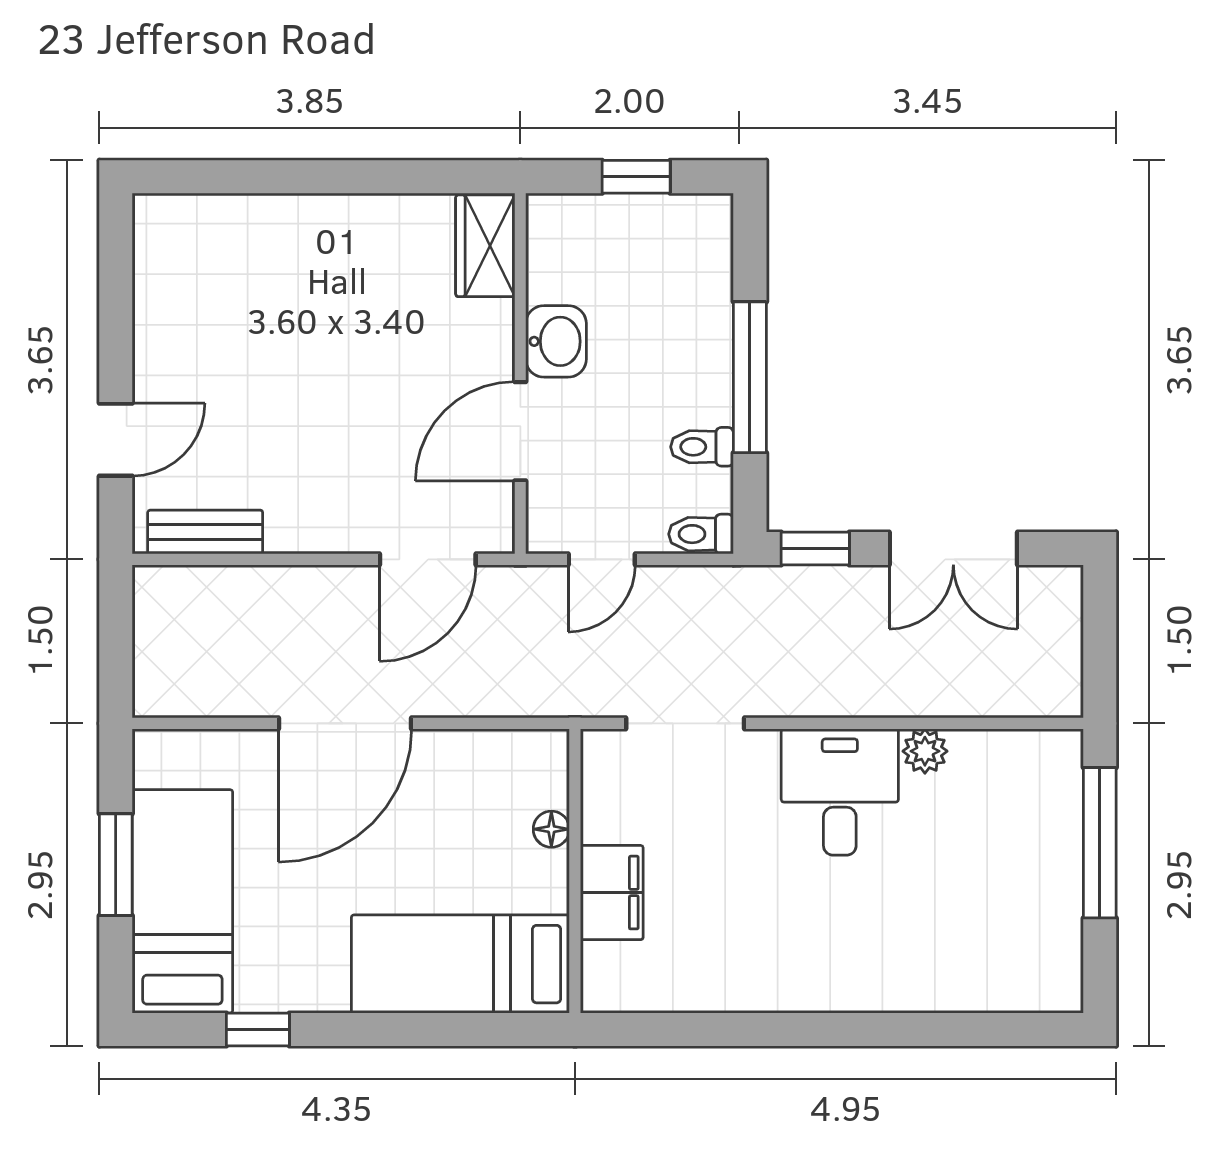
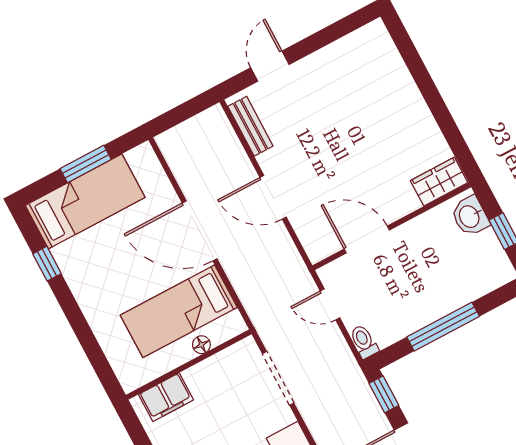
washbasin: (556, 341) -> (470, 216), moved, turned 90
door: (116, 440) -> (270, 66), swing flipped
toilet: (702, 447) -> (402, 322), removed
door: (428, 559) -> (273, 197), moved
filing cabinet: (612, 893) -> (166, 397), moved
bed: (460, 964) -> (179, 311), moved, turned -90

